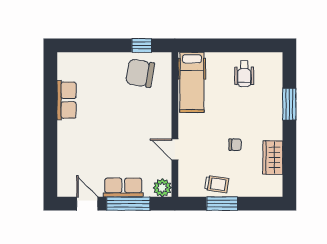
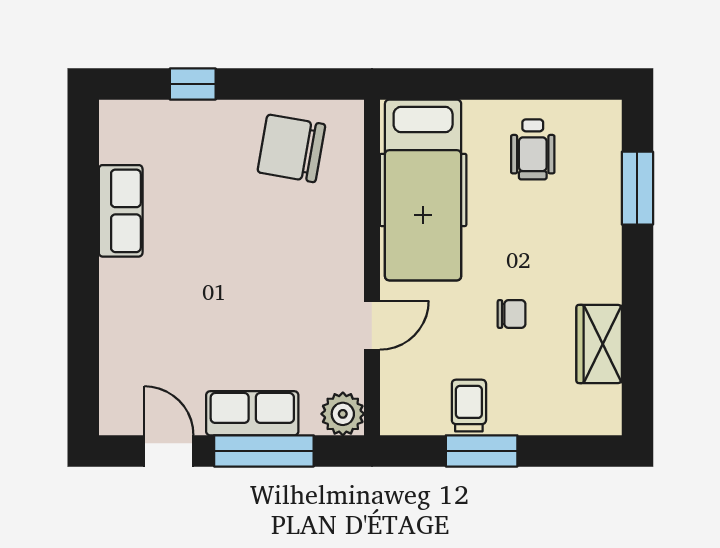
window: (142, 45) -> (193, 84), moved
hospital bed: (192, 82) -> (423, 190), width x1.37, depth x1.29
window: (289, 104) -> (637, 188), moved
door: (175, 149) -> (372, 325), swing flipped
trolley: (217, 184) -> (469, 406), turned -98

